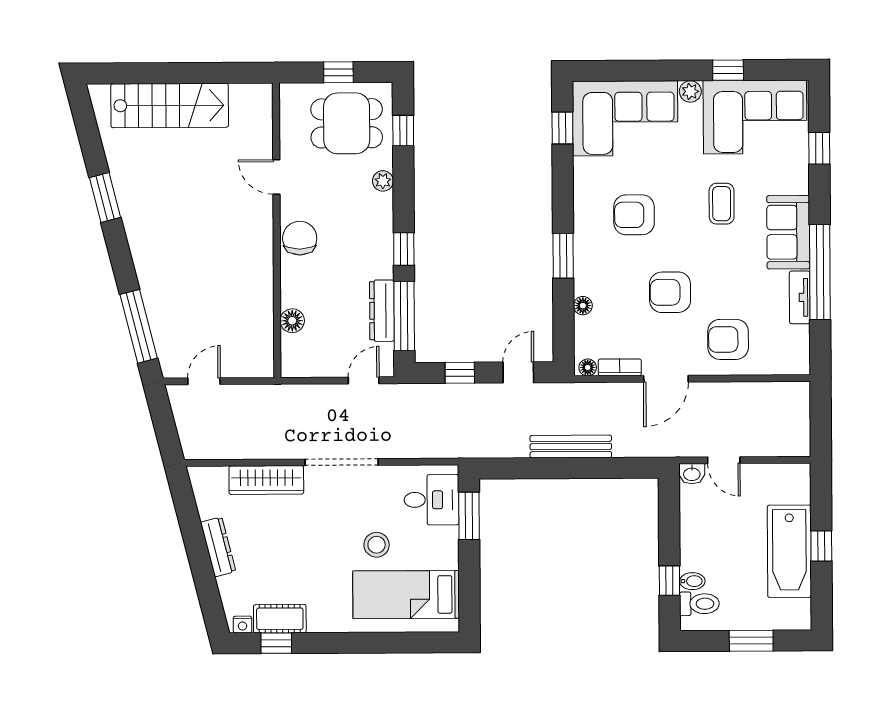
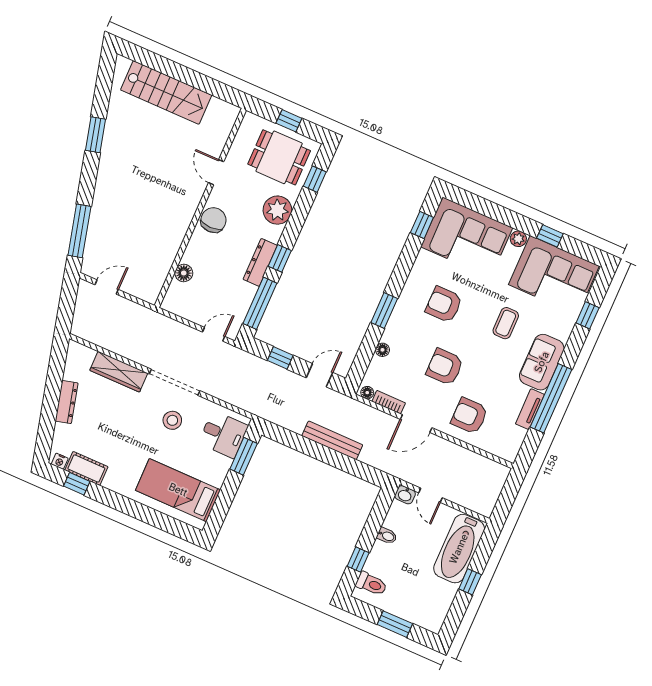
plant: (383, 181) -> (277, 210), width x1.88, depth x1.88
dresser: (382, 311) -> (260, 262), moved
stool: (377, 545) -> (172, 420), moved
bathtub: (789, 551) -> (459, 549), moved
bidet: (692, 581) -> (387, 536), moved

